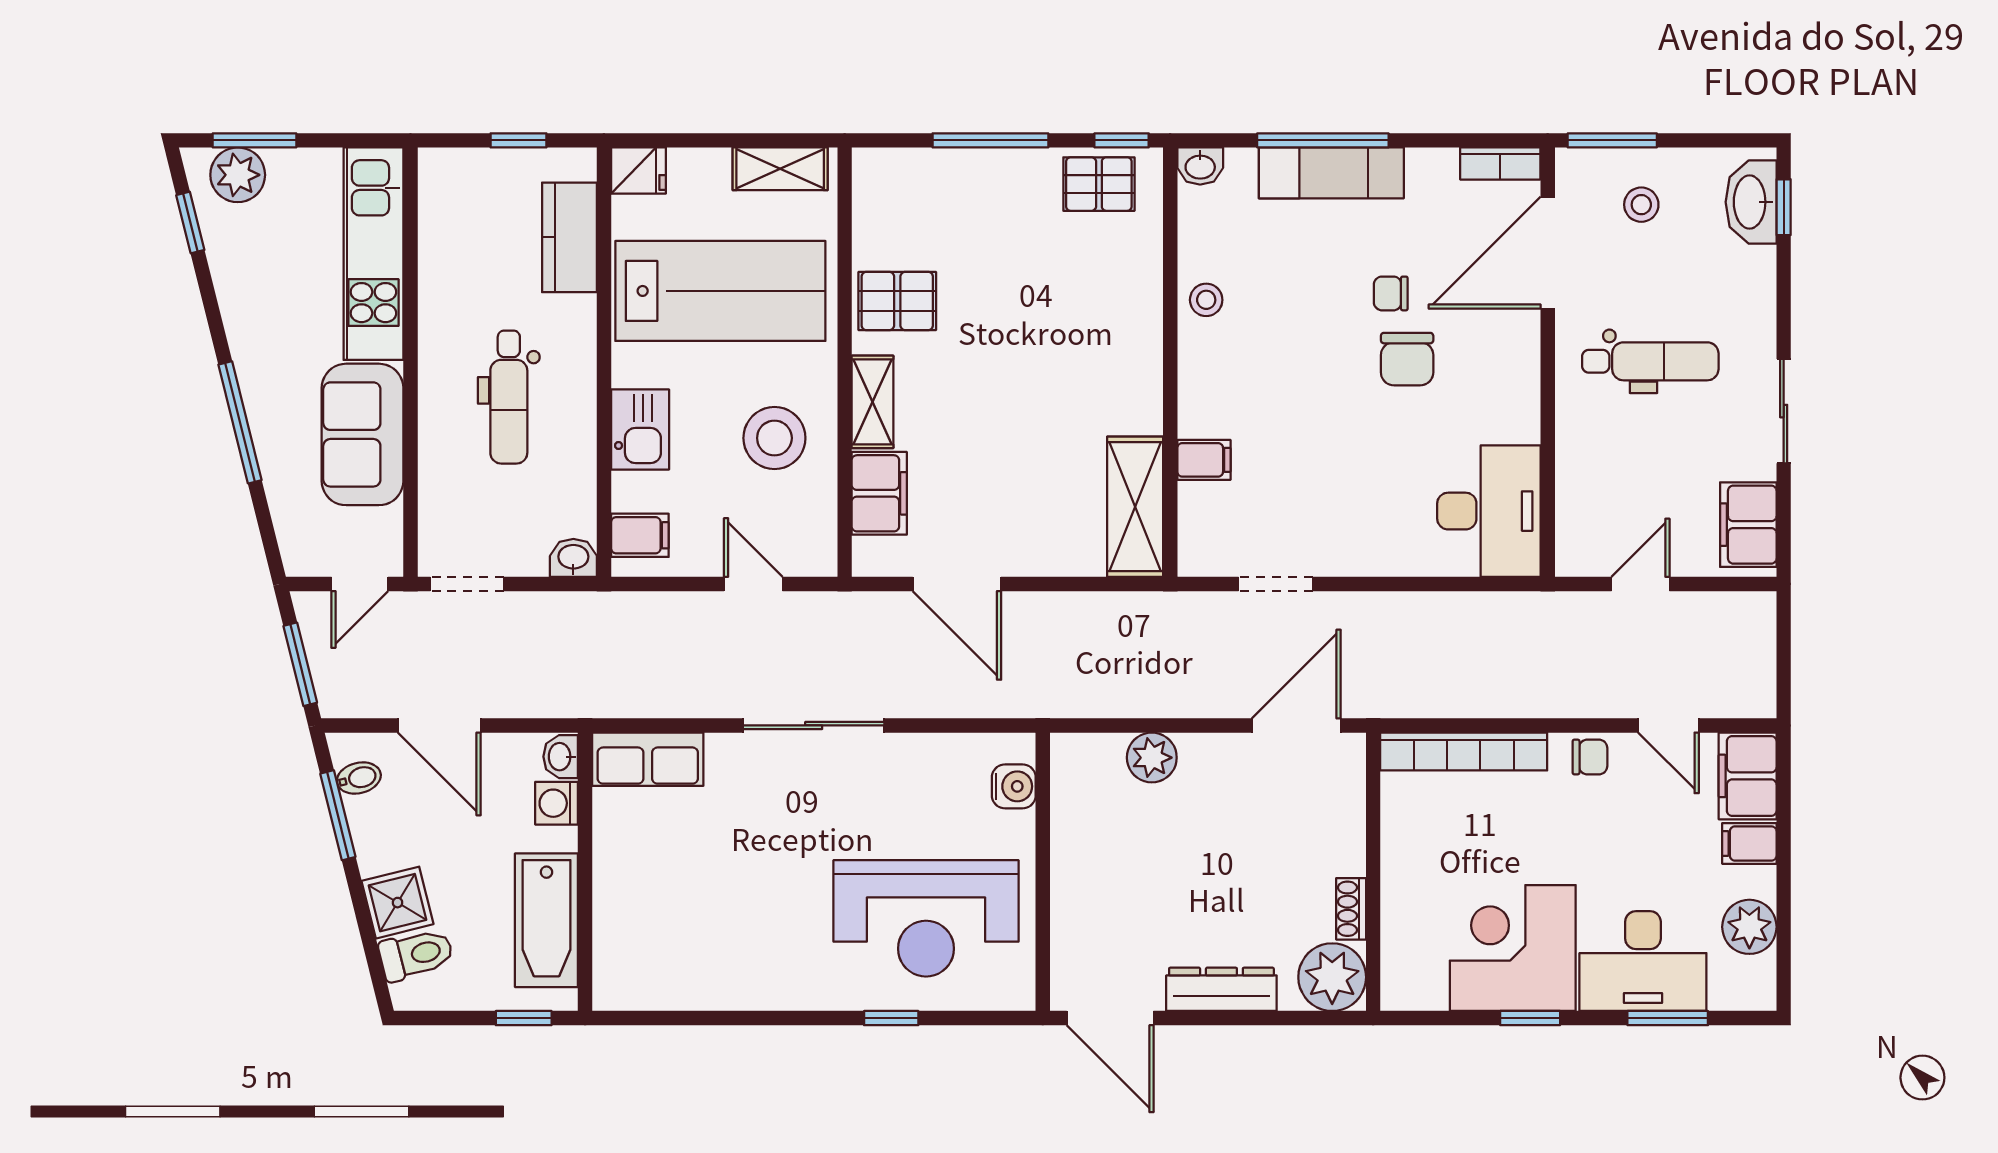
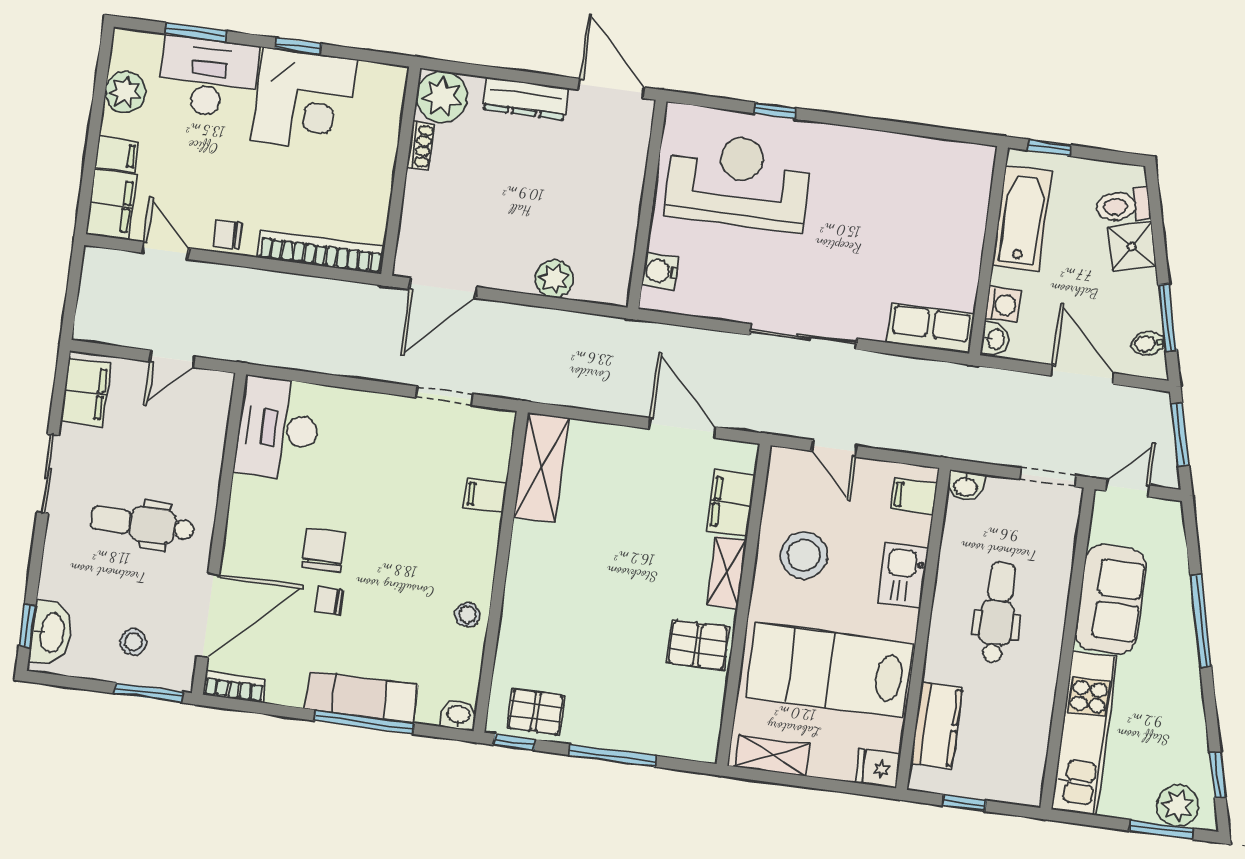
chair: (1391, 293) -> (329, 601), turned 180

